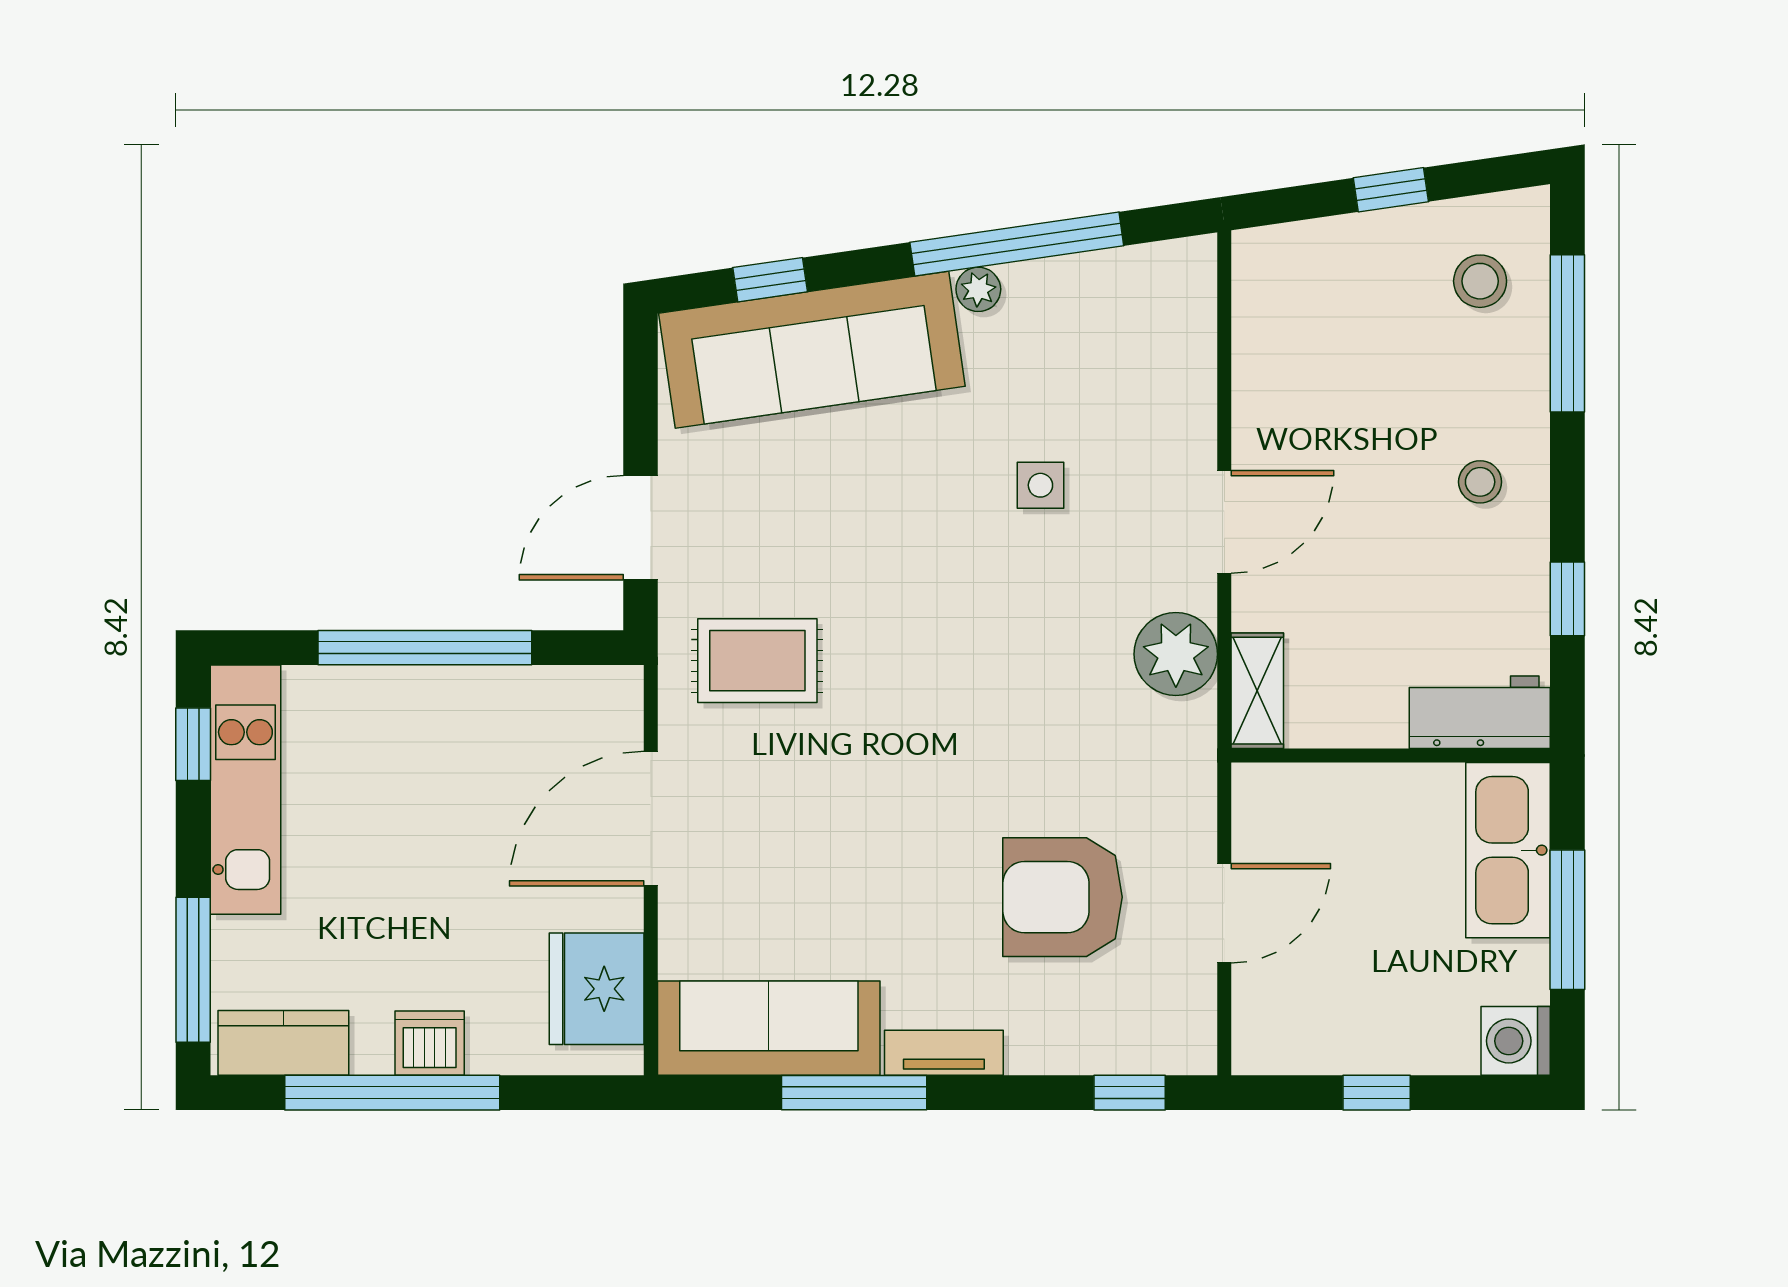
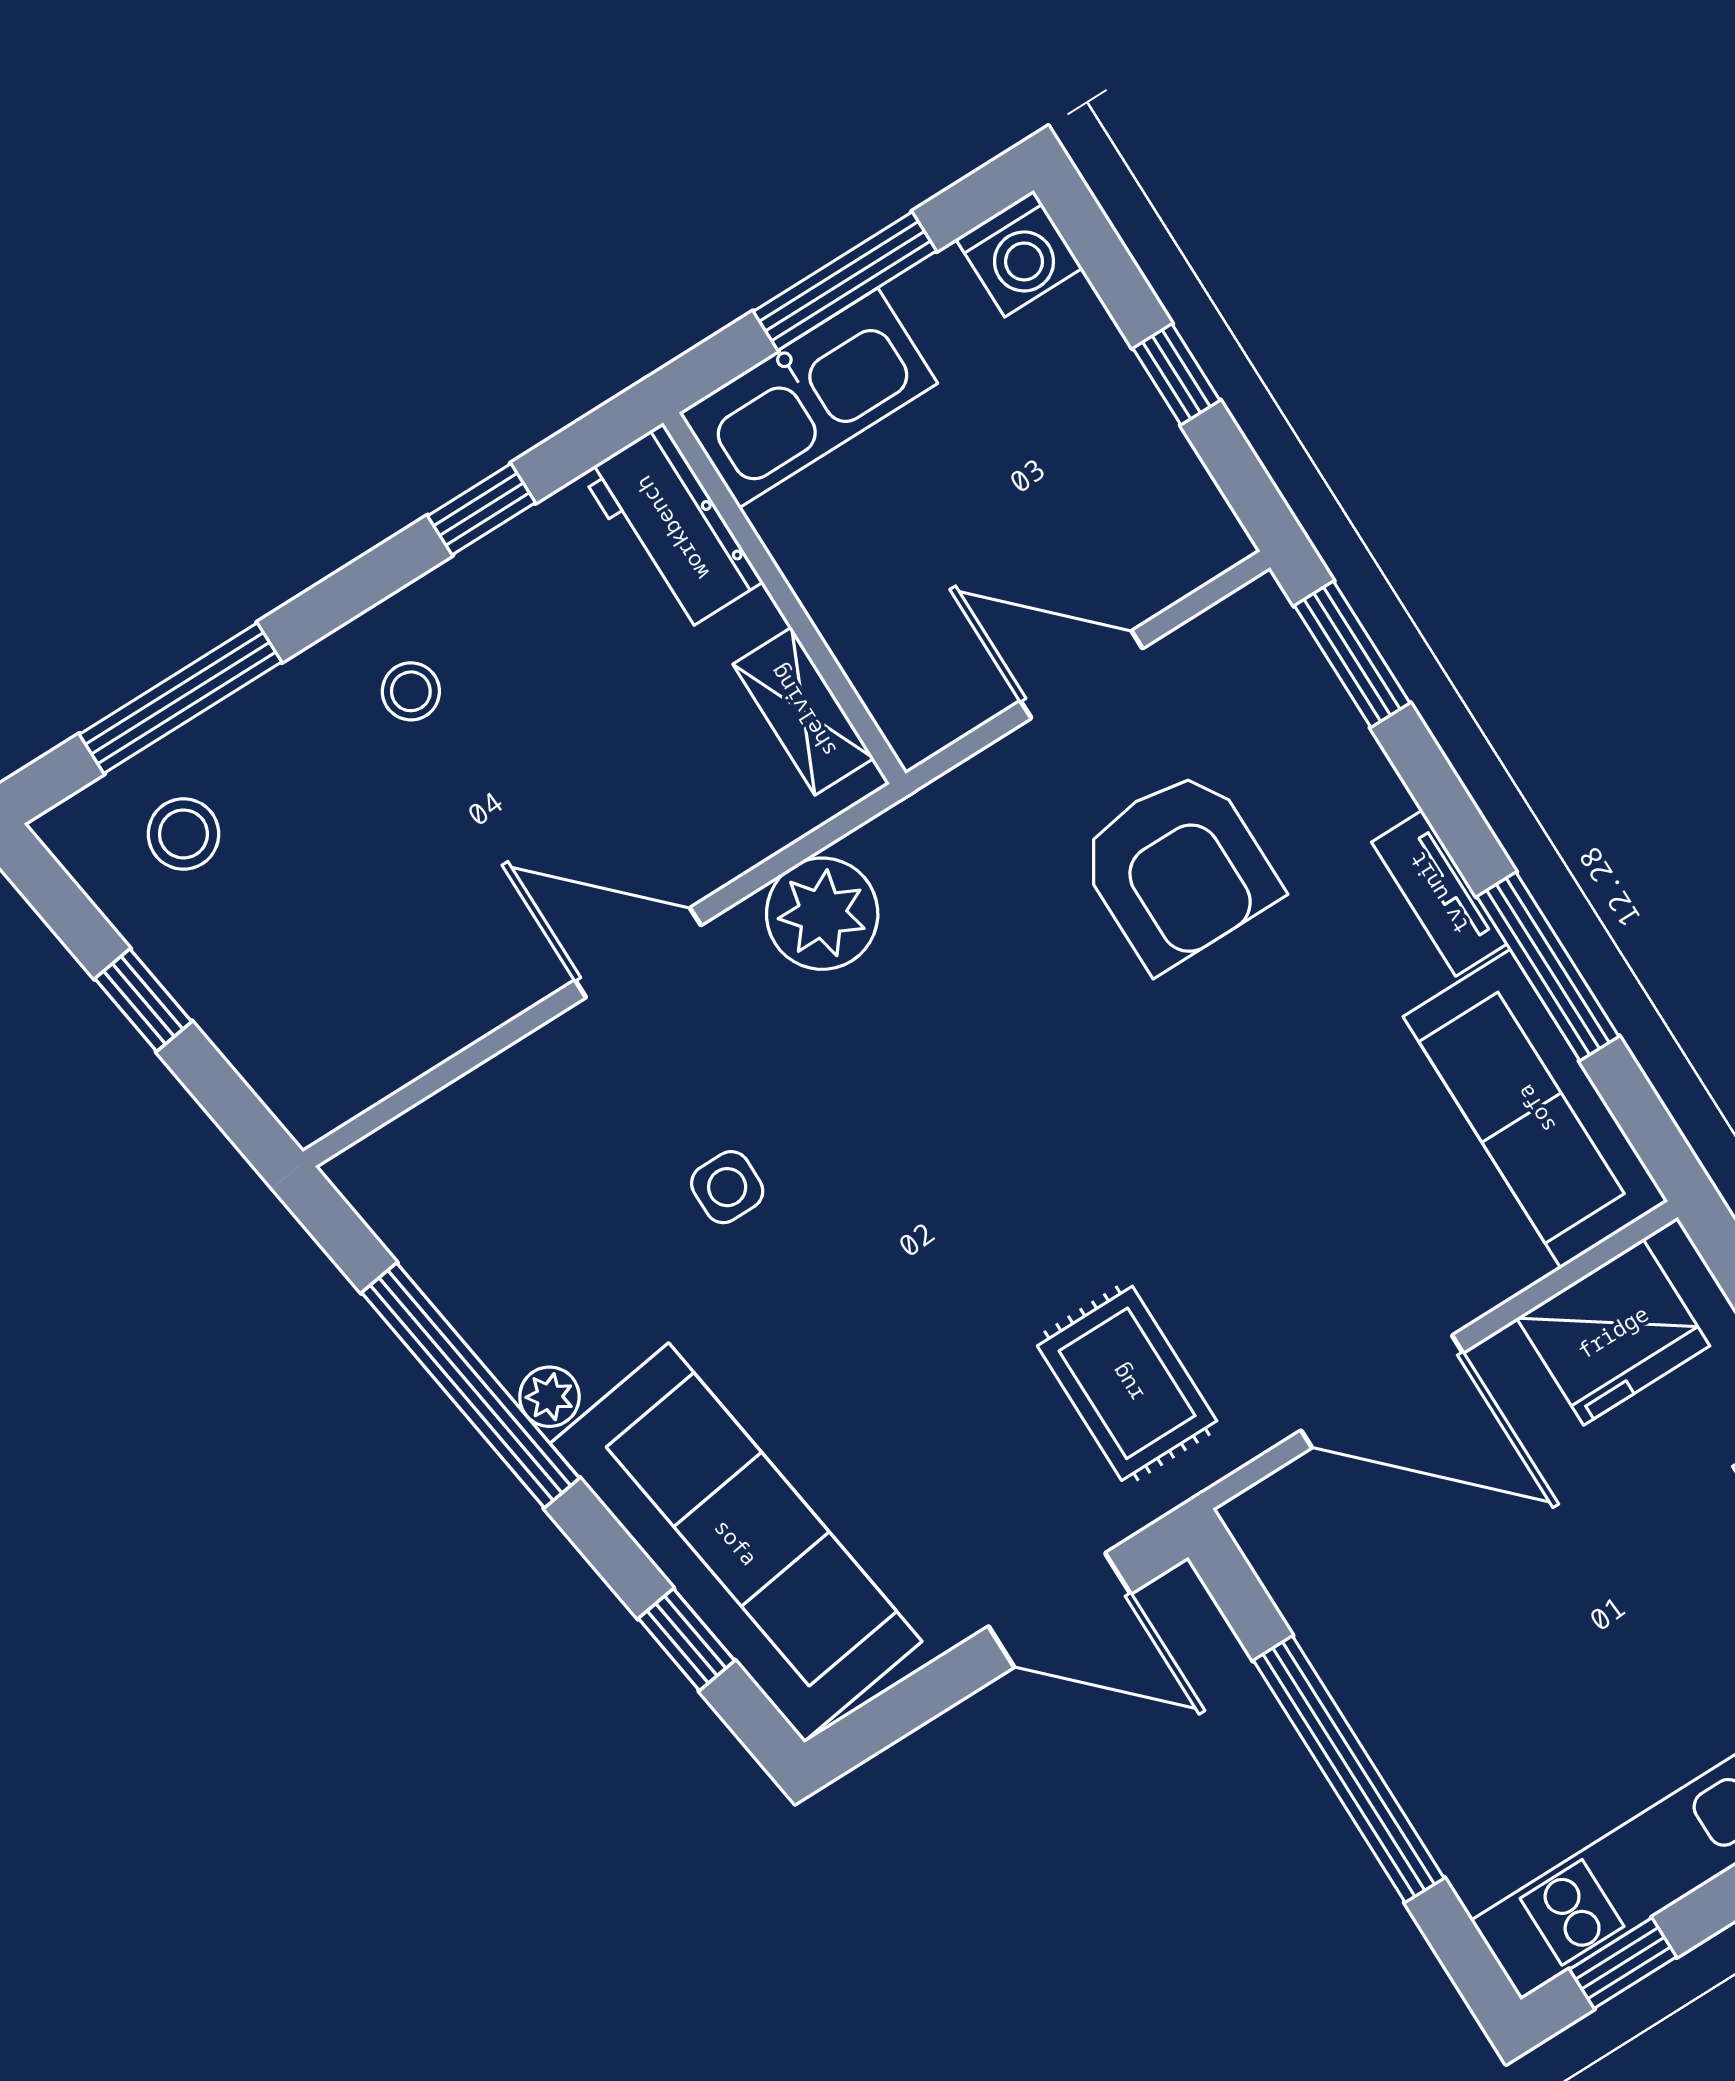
shelving: (1257, 691) -> (803, 711), moved, turned 90
window: (1130, 1093) -> (1352, 654), width x1.50

